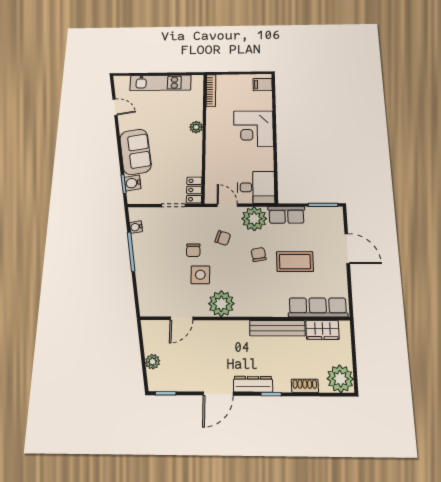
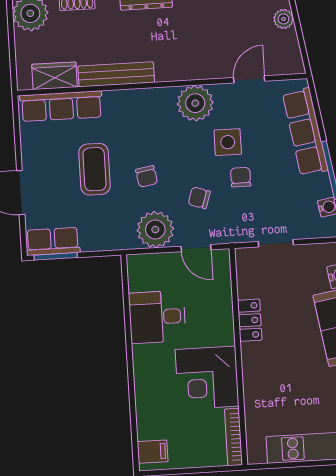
plant: (196, 127) -> (252, 372), removed
corner desk: (253, 129) -> (207, 378), moved, turned 180
desk: (256, 187) -> (157, 317), moved
locker: (194, 190) -> (250, 320), moved
row of seats: (286, 215) -> (53, 241), moved
coffee table: (295, 262) -> (94, 169), turned 90
row of seats: (146, 279) -> (305, 132), added

